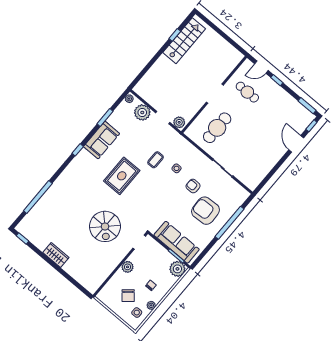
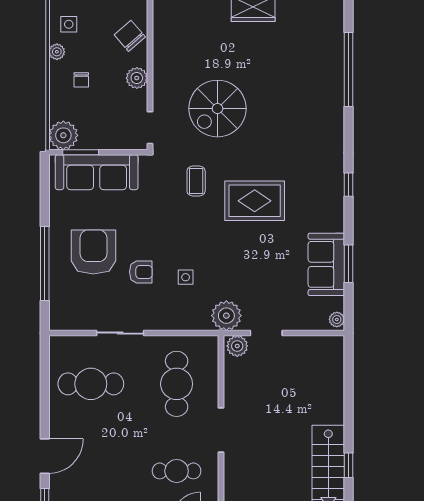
plant: (142, 112) -> (226, 316), moved
sofa: (102, 140) -> (326, 264), moved
door: (296, 144) -> (45, 456), hinge flipped
cafe table: (252, 157) -> (91, 384), added
coffee table: (155, 160) -> (196, 181), moved
rug: (122, 176) -> (255, 201), turned 90
armchair: (205, 211) -> (93, 252), turned -87
spiral stairs: (105, 226) -> (217, 109), turned -90
chair: (128, 296) -> (130, 36), moved

